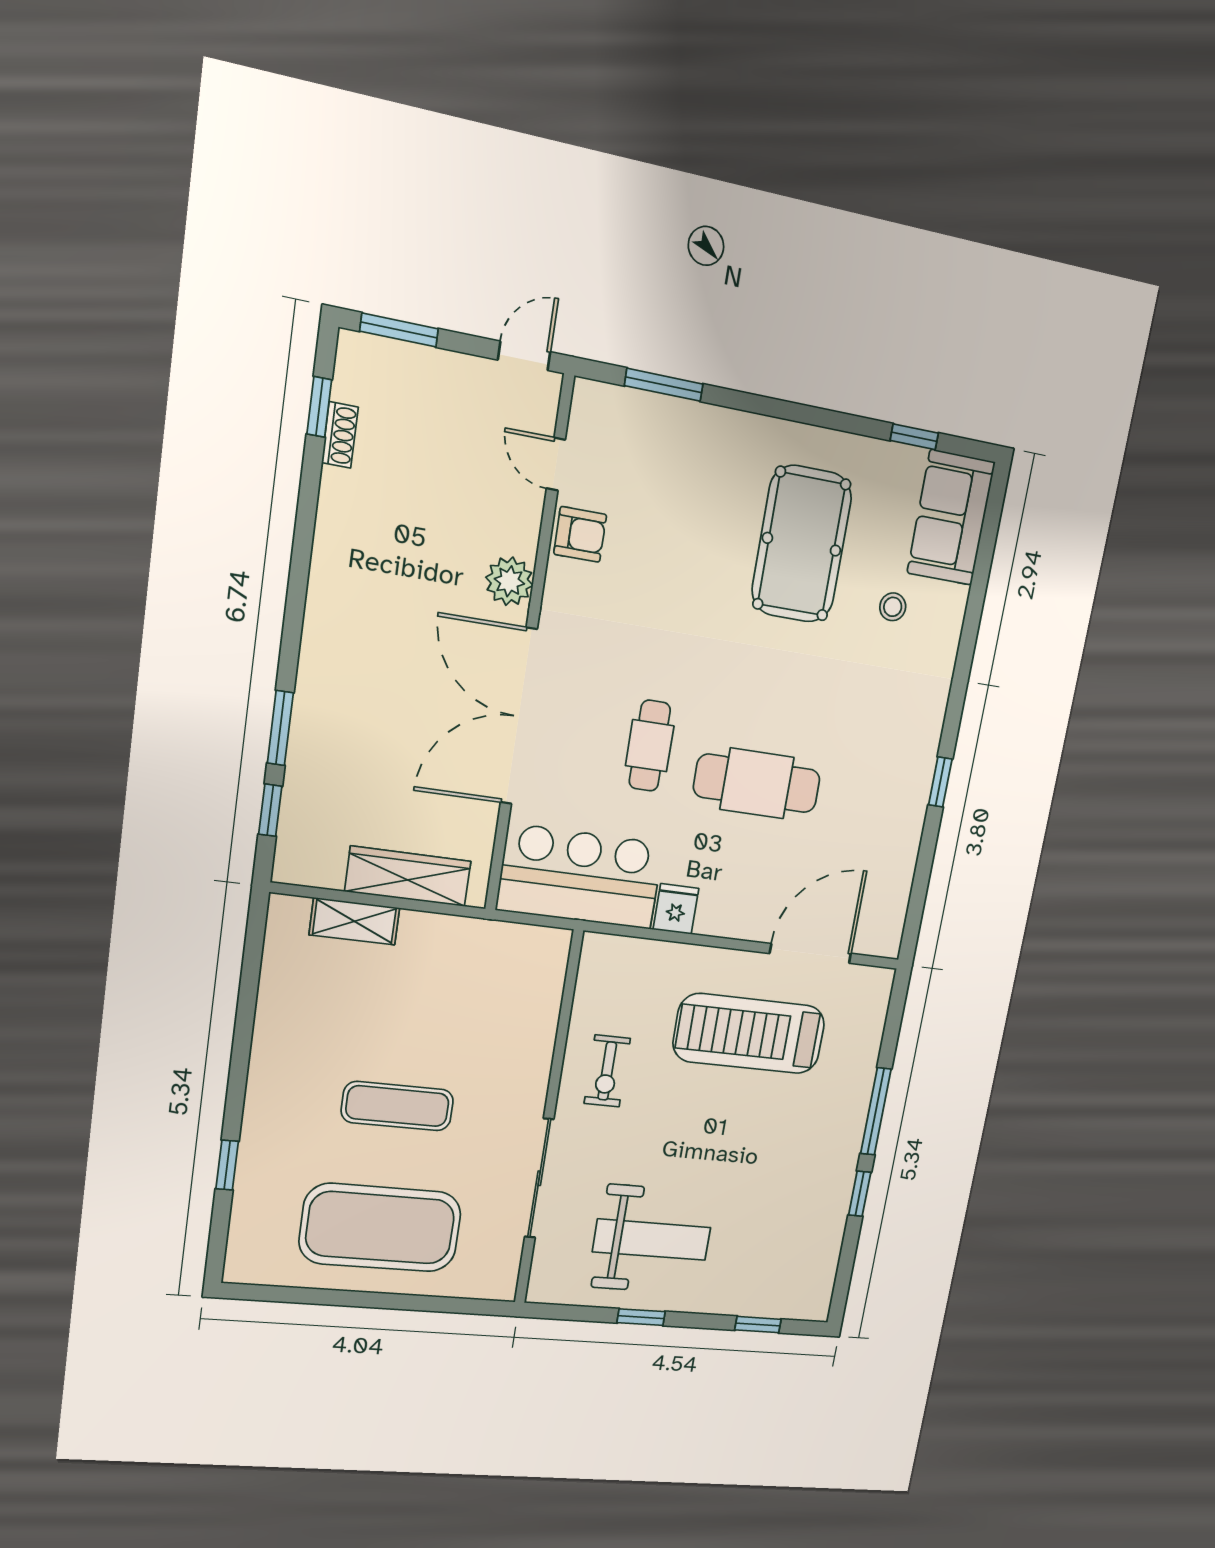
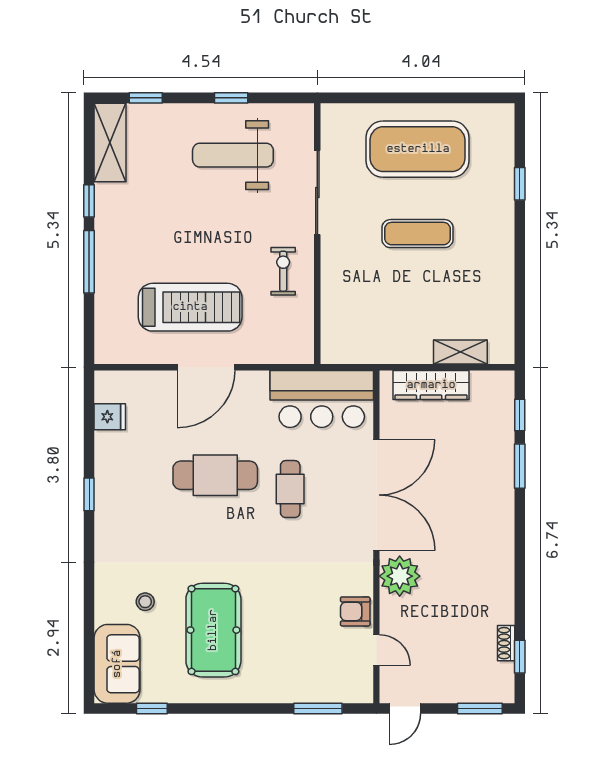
plant: (509, 581) -> (400, 576), width x1.36, depth x1.36
fridge: (676, 909) -> (110, 417), moved, turned -90
door: (810, 953) -> (206, 367), moved
shelving: (817, 1269) -> (110, 142), added

